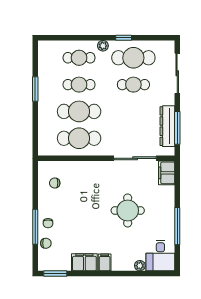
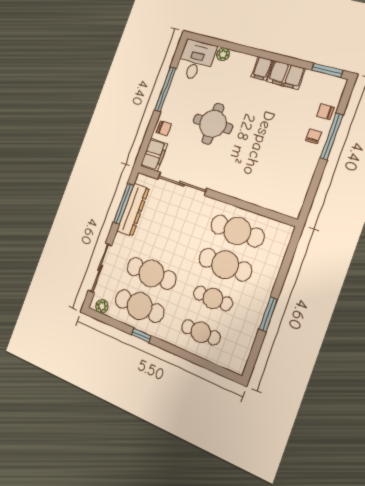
plant: (103, 46) -> (102, 306), moved
cafe table: (133, 85) -> (151, 273), width x1.37, depth x1.35
chair: (55, 183) -> (164, 128), moved

